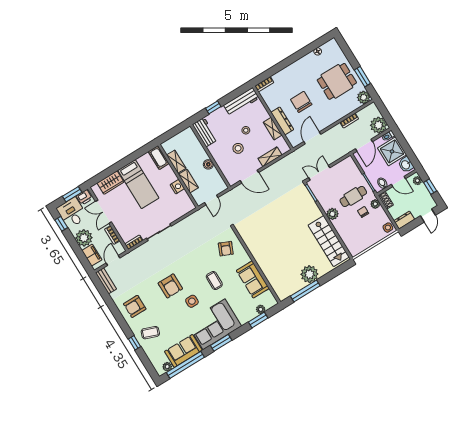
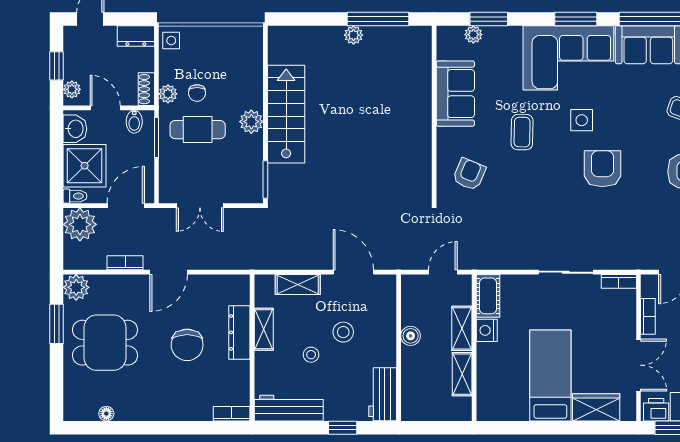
door: (312, 138) -> (169, 272), moved
cot: (159, 158) -> (488, 296), moved
double door: (319, 173) -> (200, 206), moved
stairs: (329, 241) -> (286, 114), moved
plant: (309, 274) -> (354, 35), width x0.53, depth x0.53

